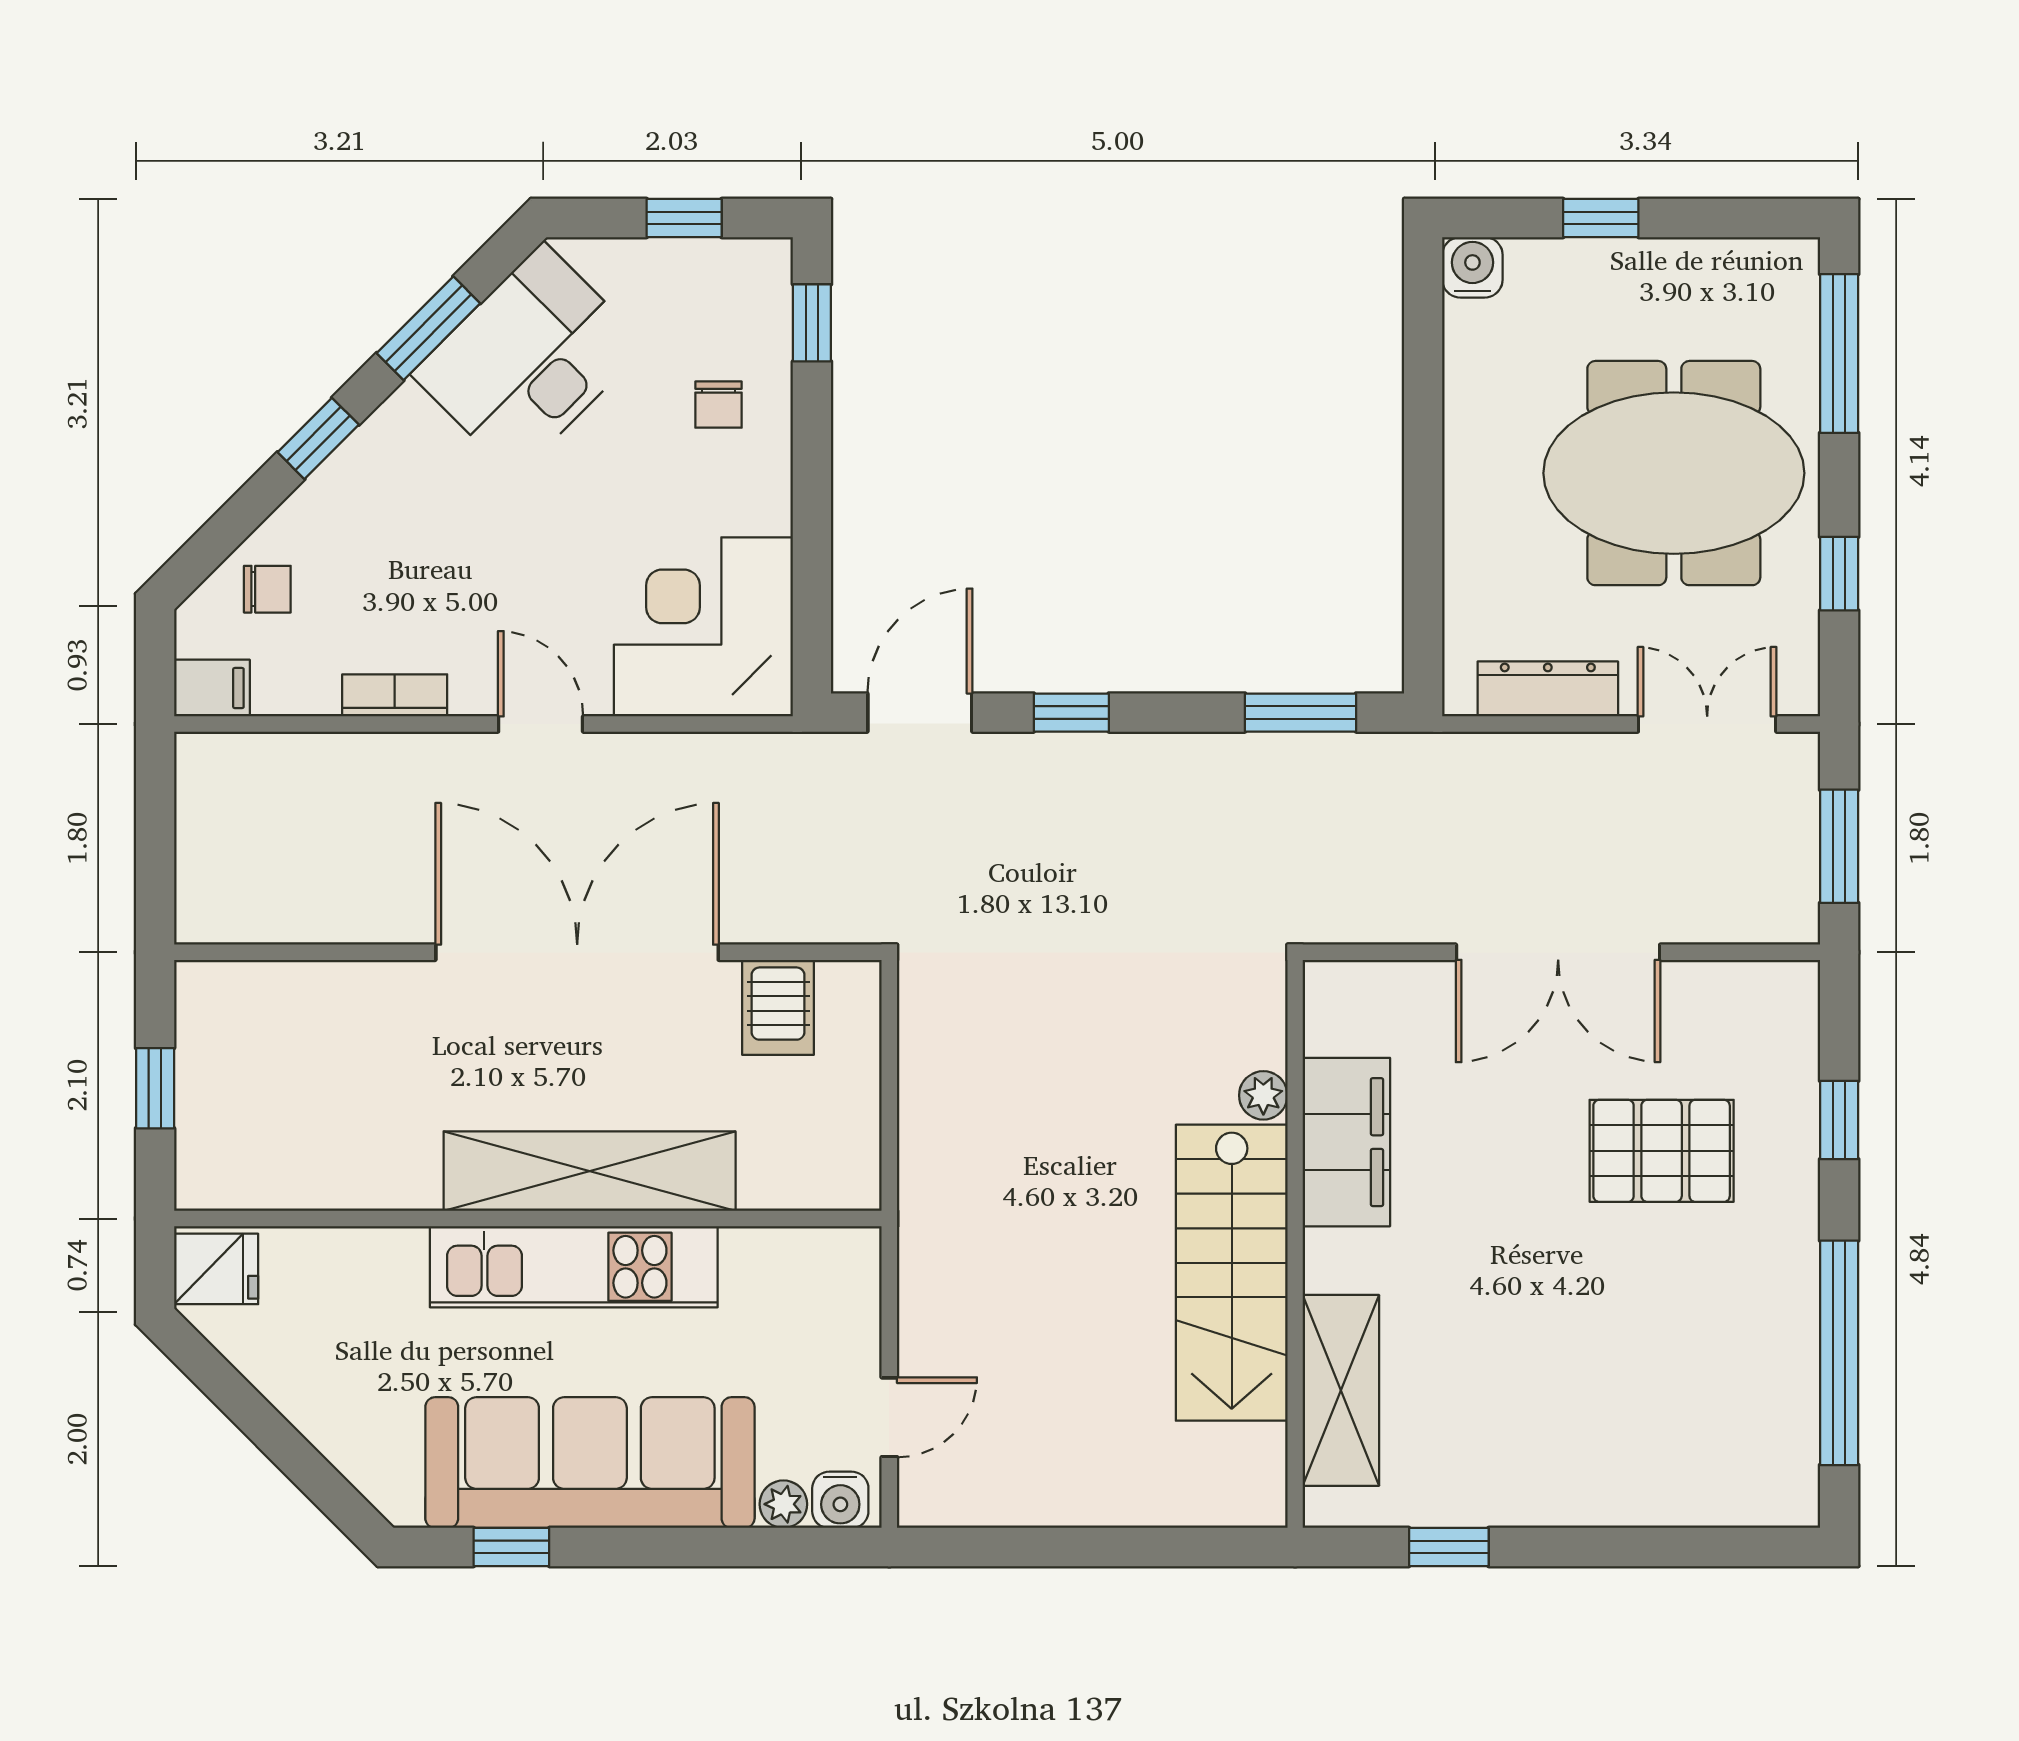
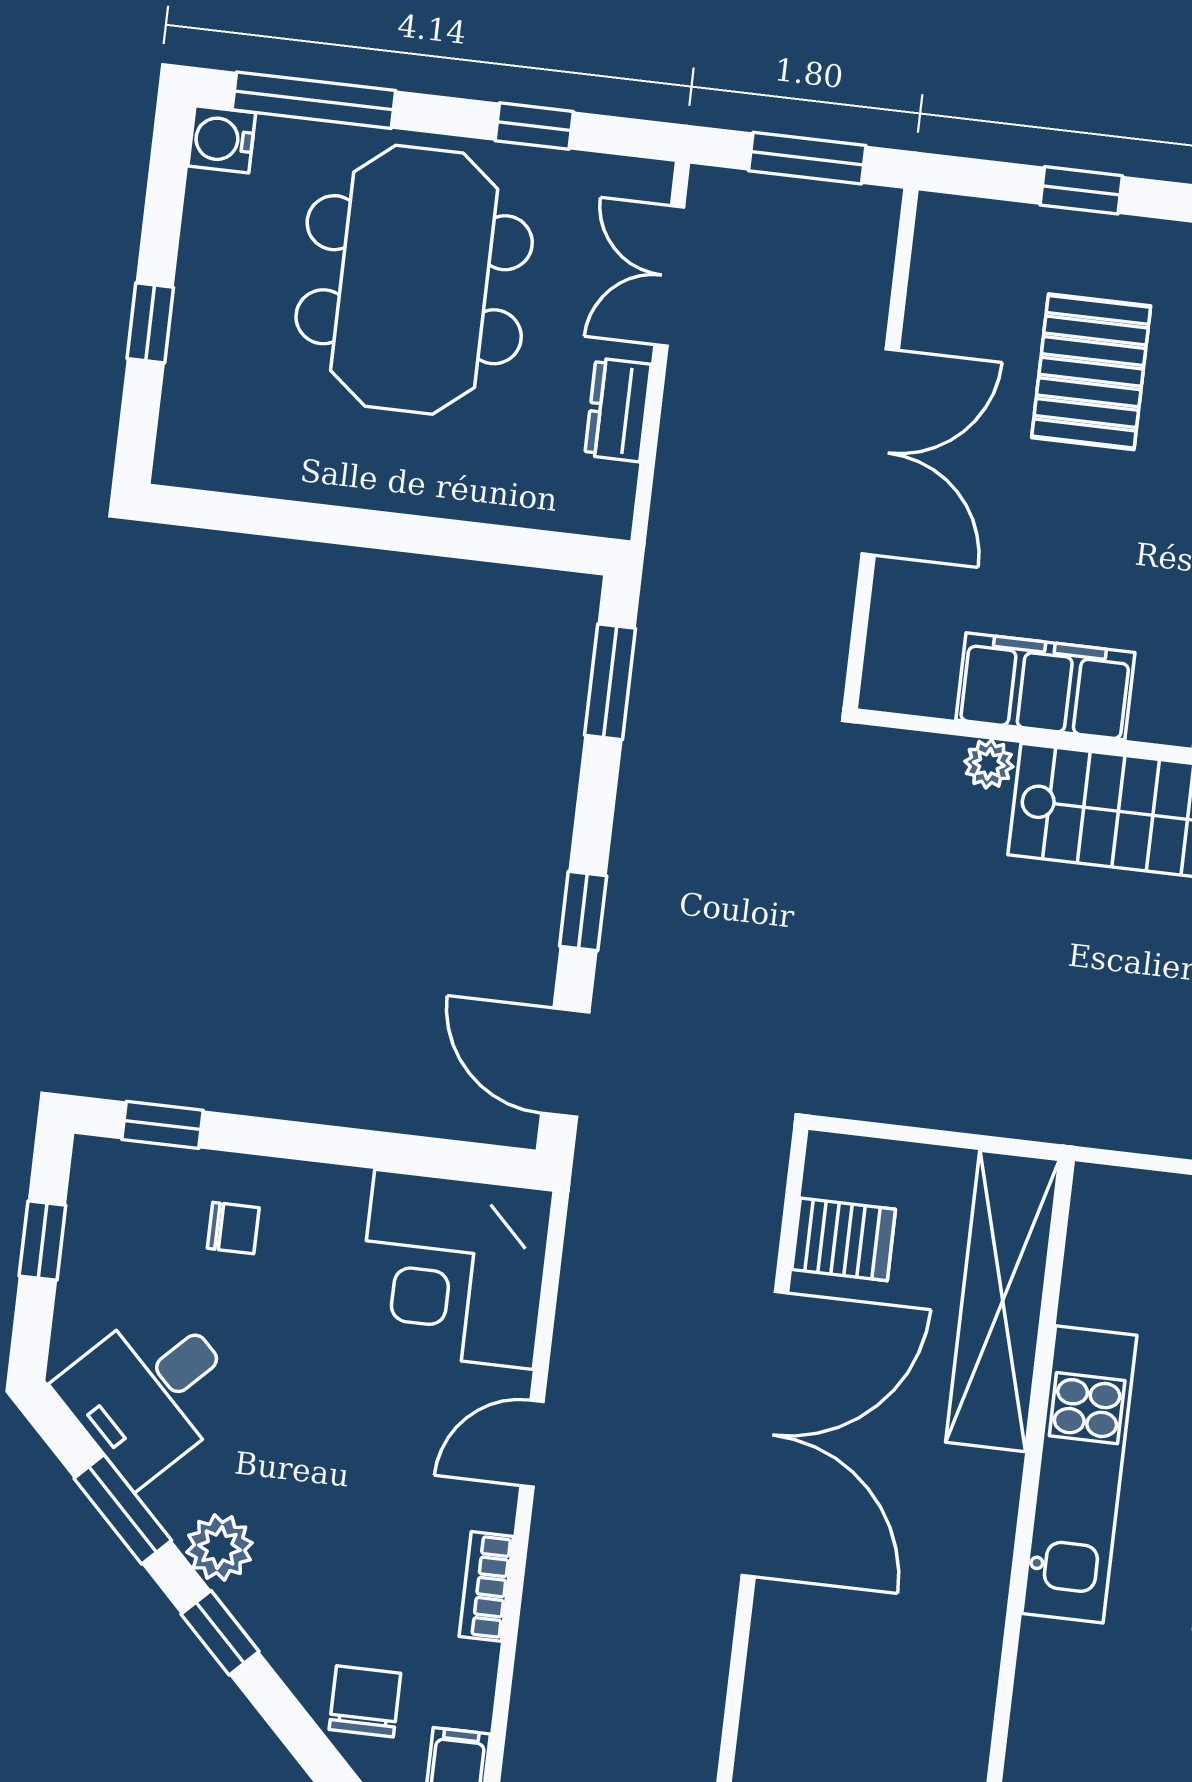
water cooler: (1472, 267) -> (222, 139), moved
desk: (529, 360) -> (150, 1392), width x0.73
plant: (402, 428) -> (220, 1548), added
chair: (267, 589) -> (365, 1701), width x1.37, depth x1.37
dresser: (1548, 689) -> (618, 410), width x0.70
double door: (577, 952) -> (765, 1434), swing flipped
shelving: (590, 1171) -> (1003, 1301), moved

